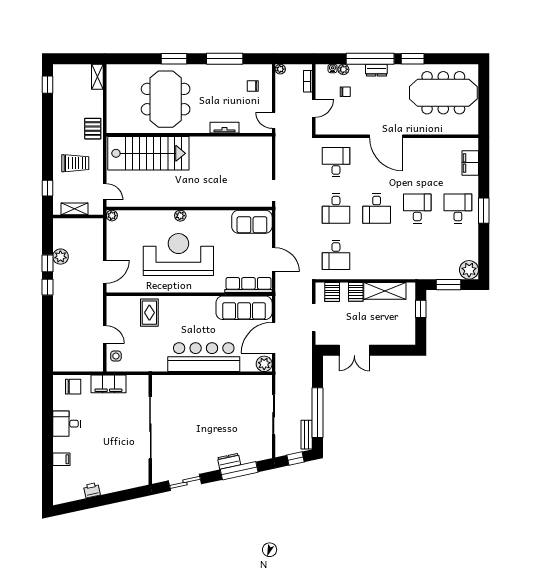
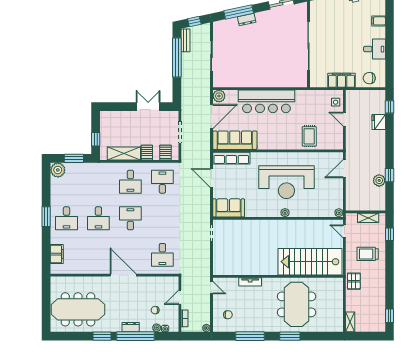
desk: (336, 209) -> (130, 182), moved, turned 180
window: (47, 287) -> (389, 107), moved
fridge: (61, 331) -> (379, 122), added

